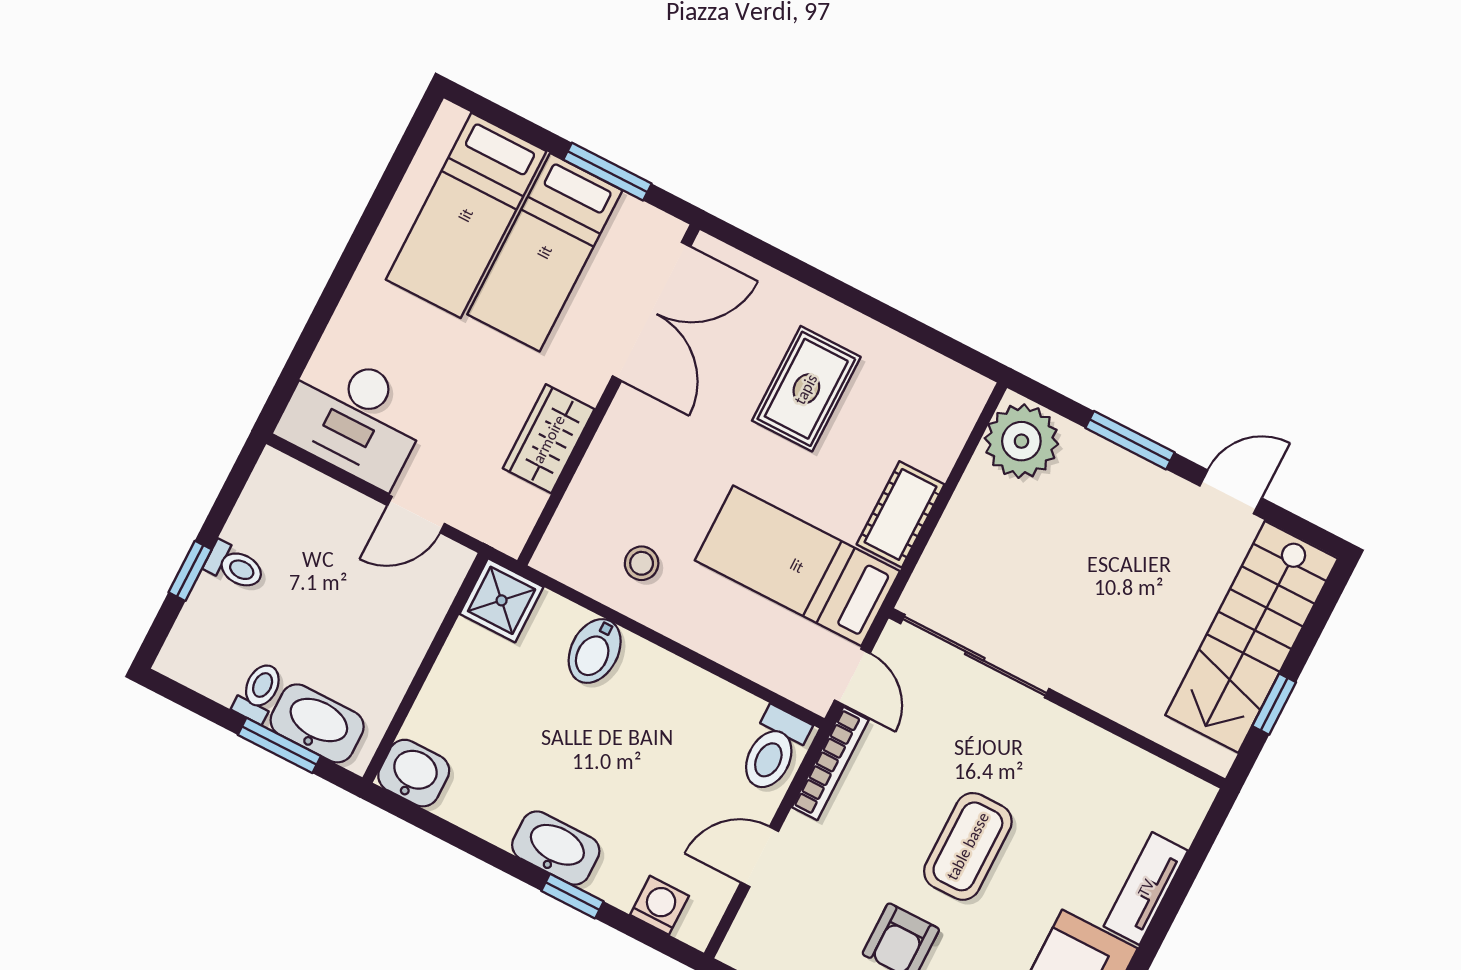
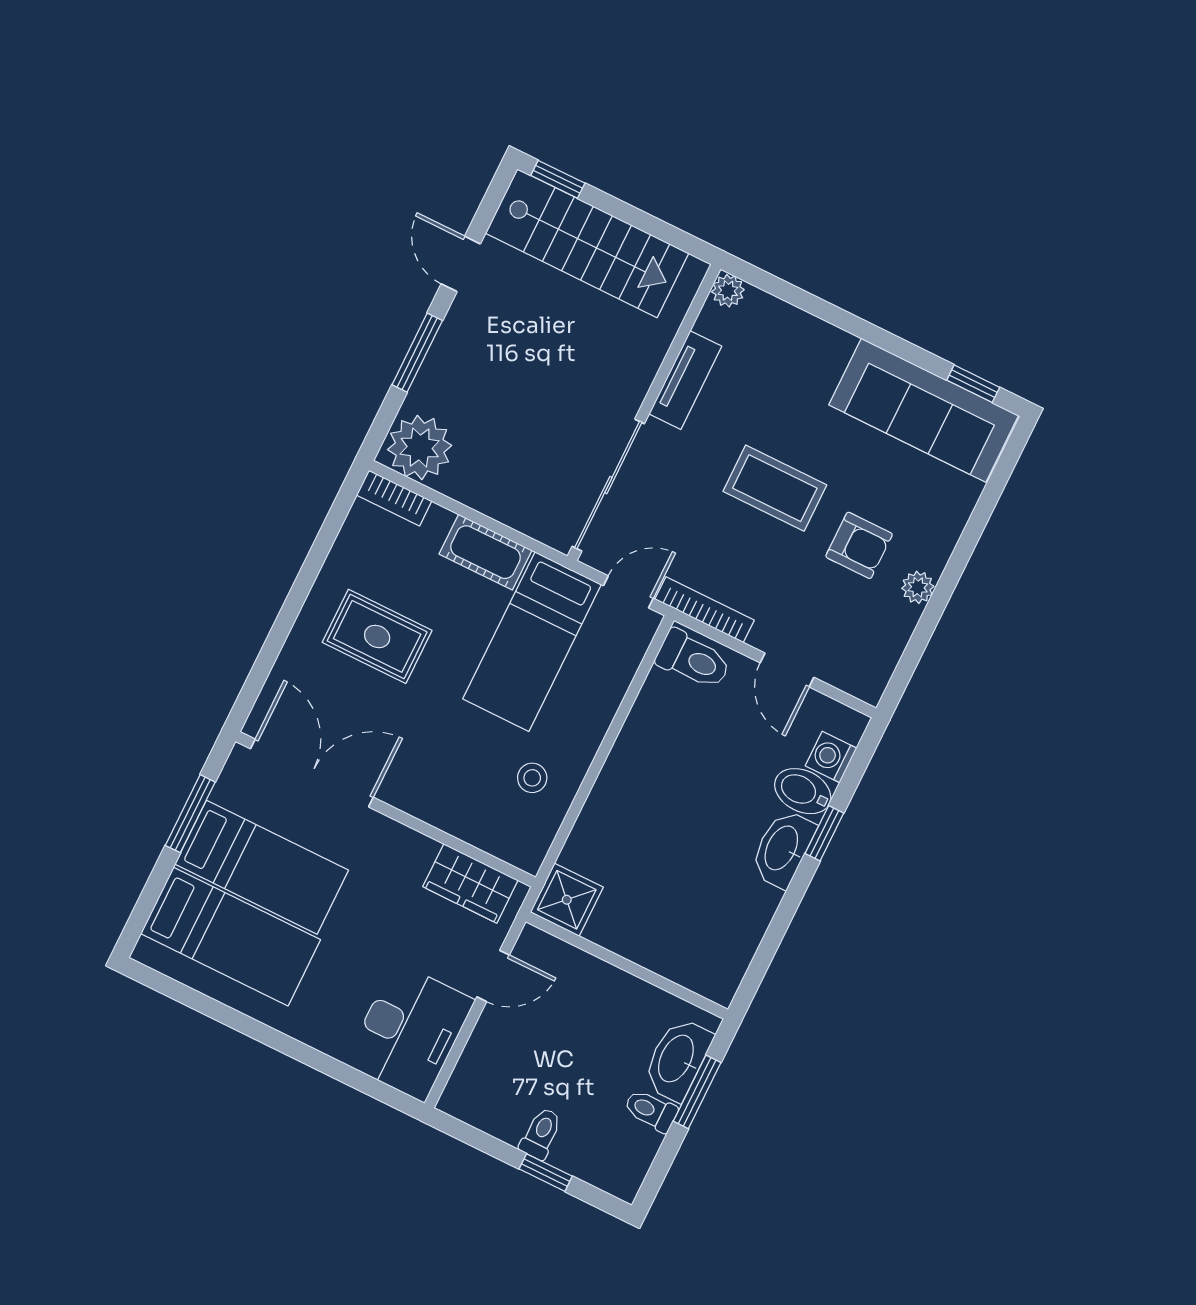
bookcase: (964, 411) -> (394, 498), added
wardrobe: (549, 439) -> (470, 883), moved
door: (416, 515) -> (493, 976), hinge flipped
bidet: (595, 651) -> (803, 791), moved, turned 180
window: (1274, 704) -> (558, 179), moved
washbasin: (414, 773) -> (719, 974), removed
plant: (1195, 797) -> (728, 291), added
tv unit: (1146, 888) -> (685, 380), moved, turned -90

